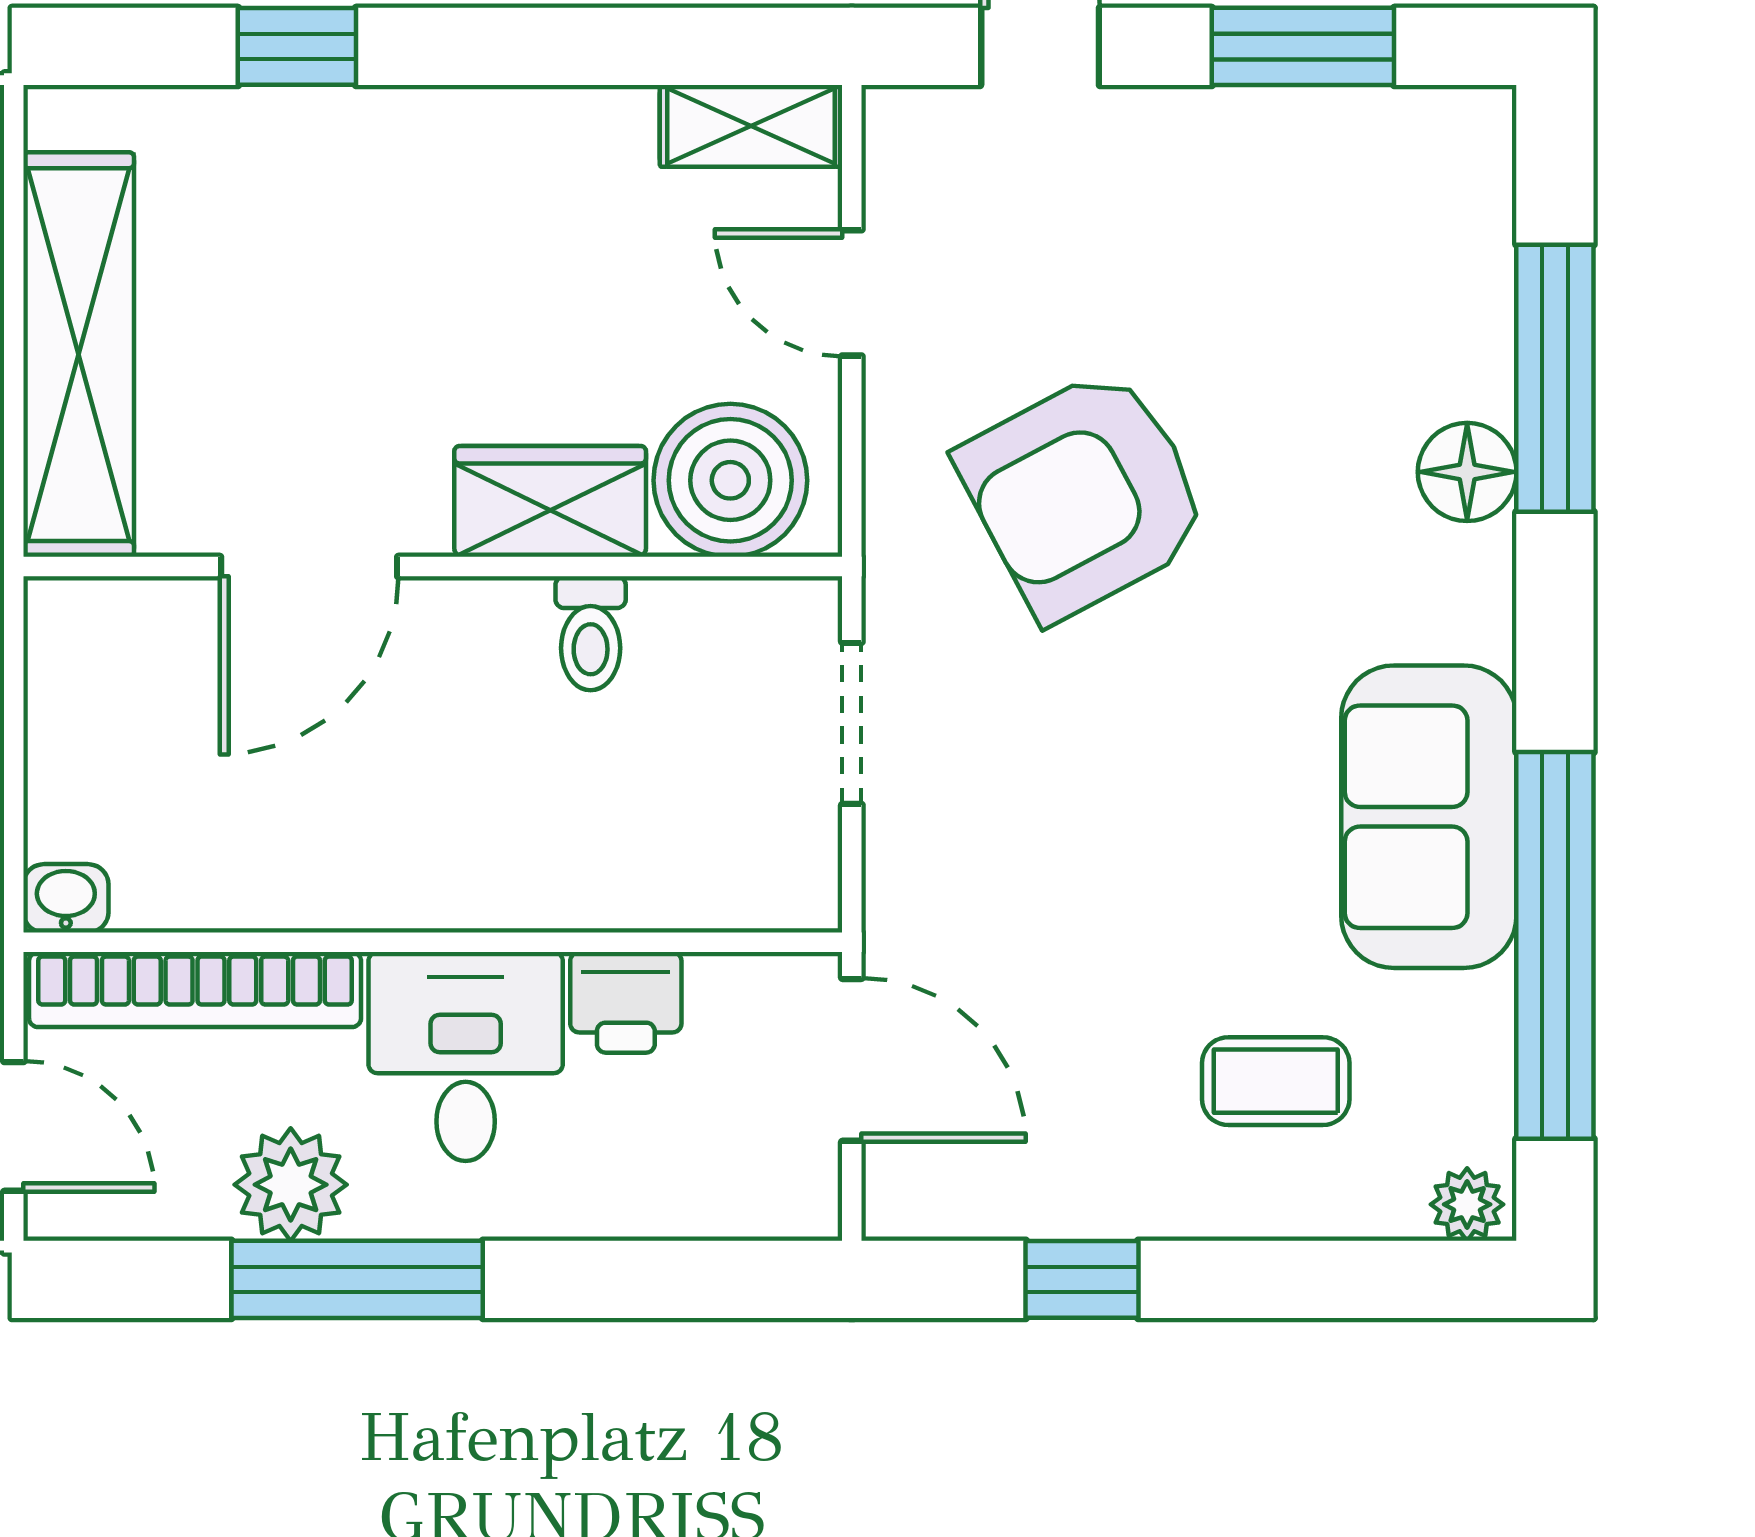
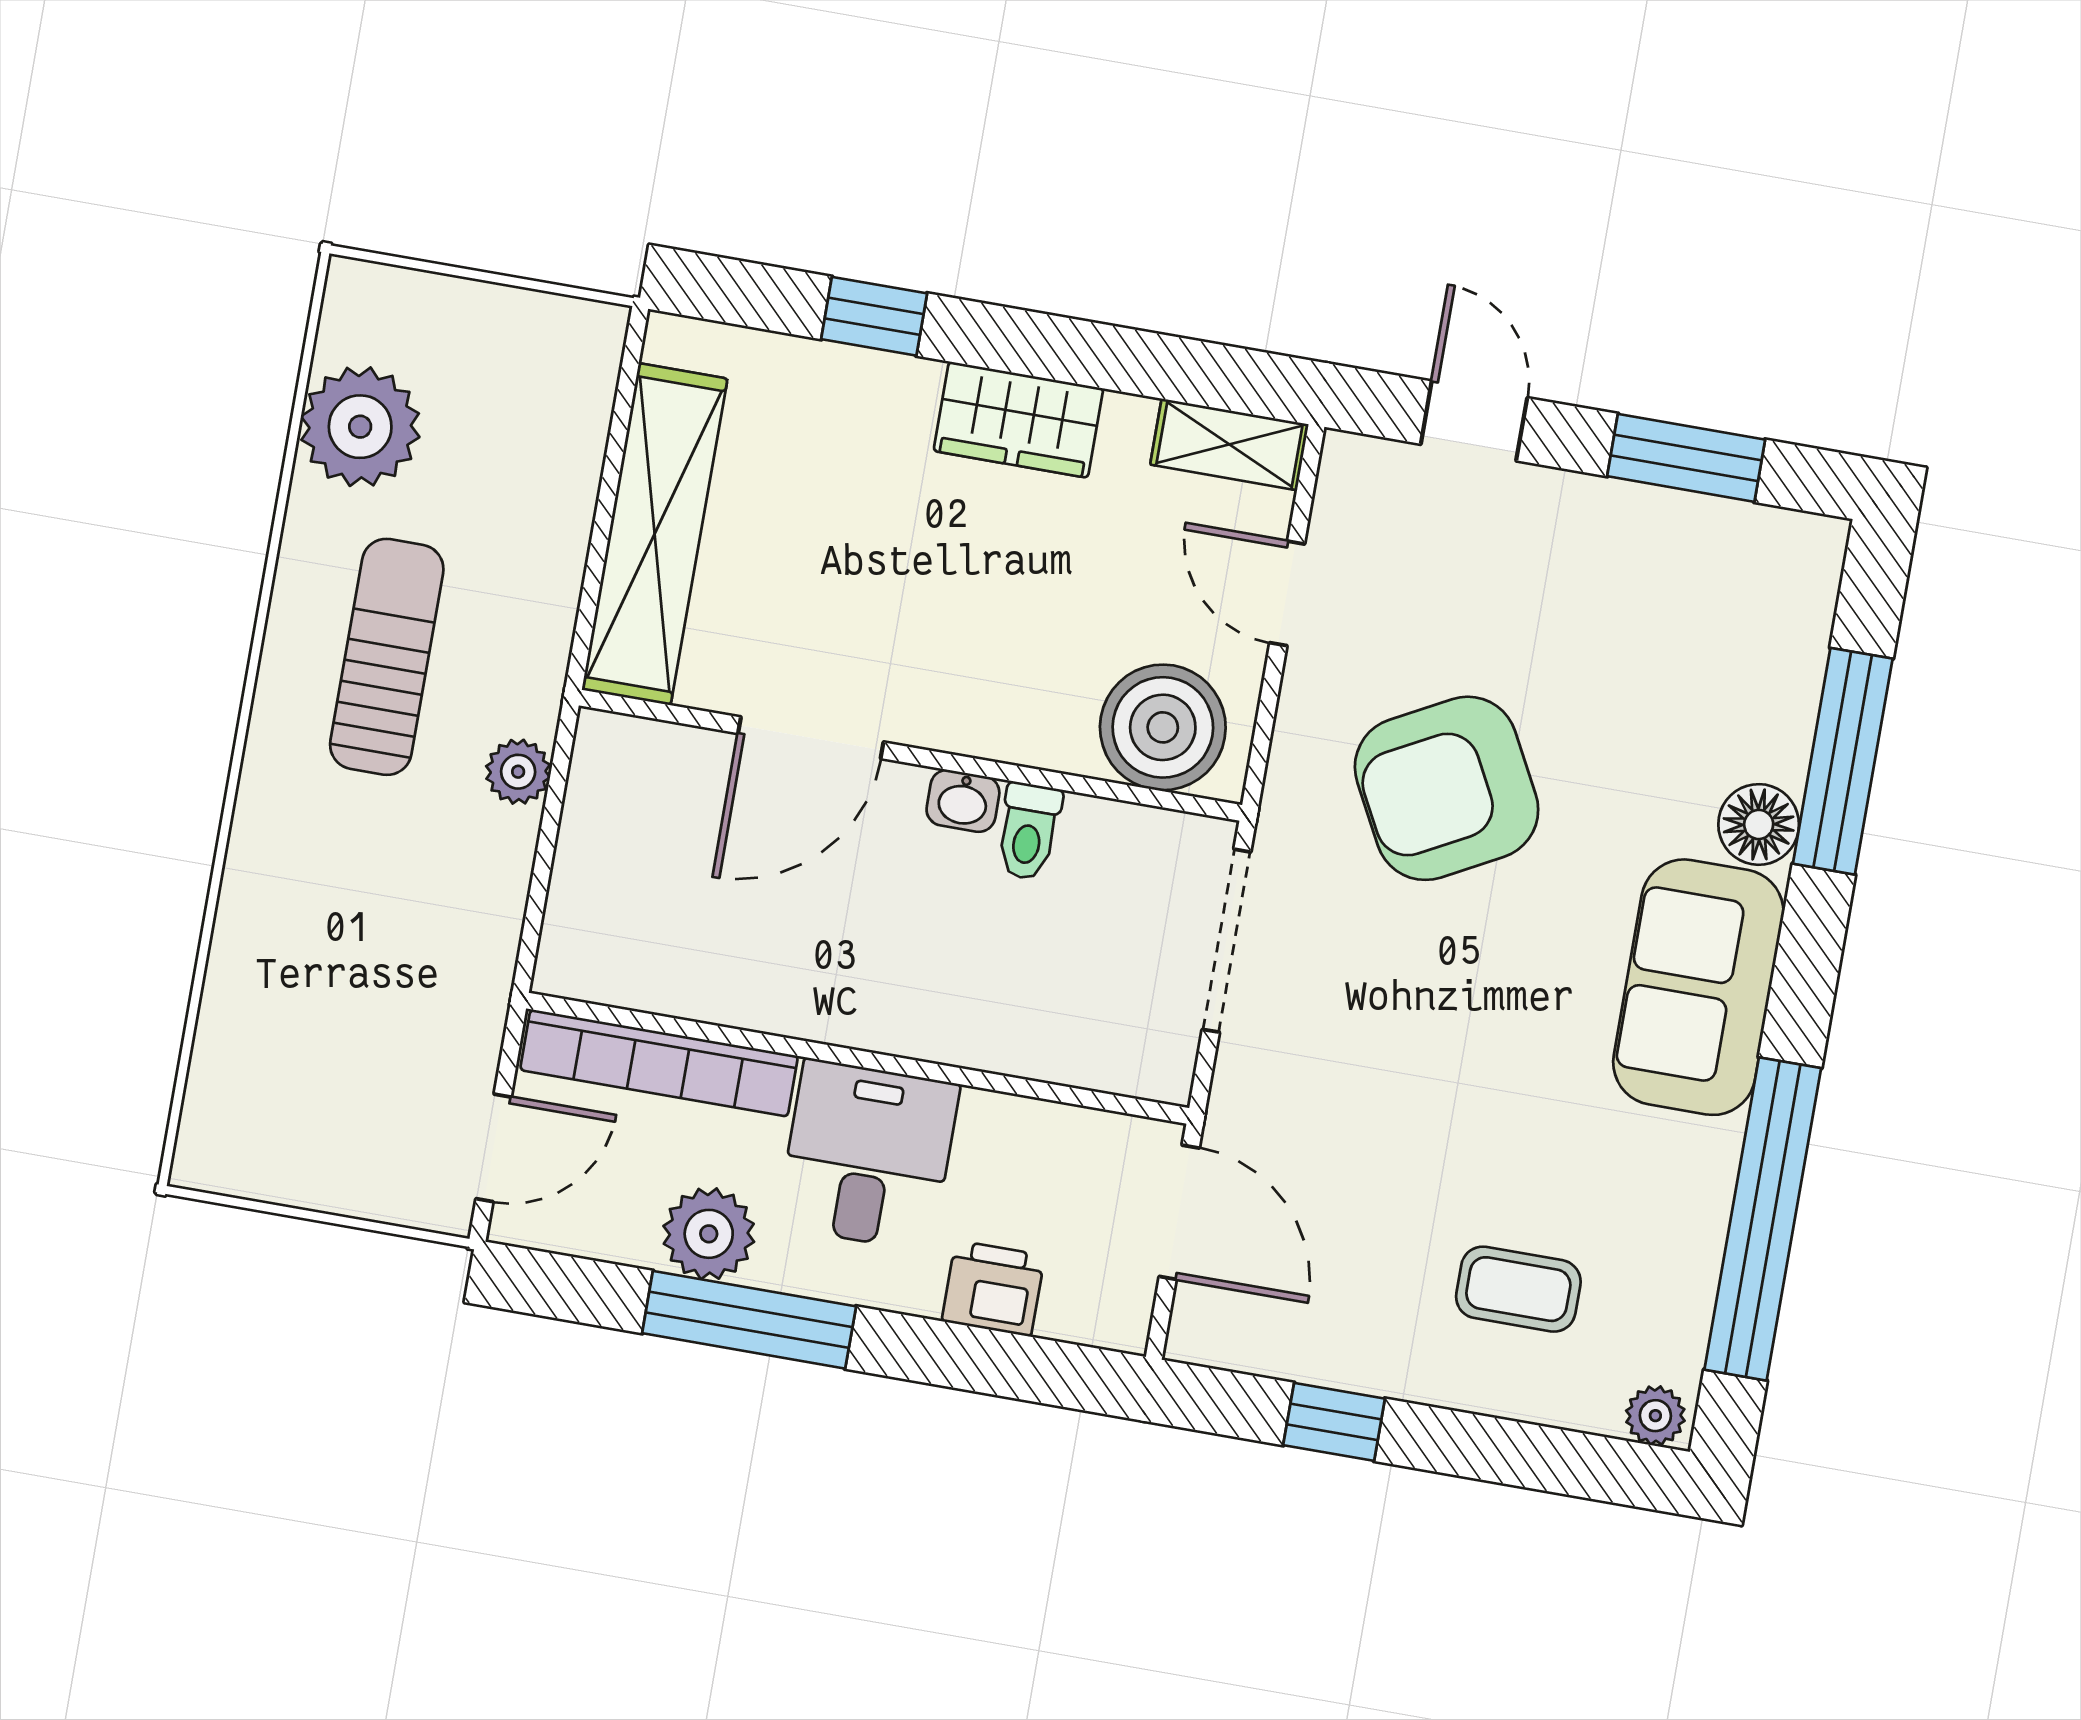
wardrobe: (550, 501) -> (1018, 420), moved, turned 180
doorway: (852, 723) -> (1227, 941), width x1.38
sofa: (1429, 817) -> (1698, 987), moved
washbasin: (66, 898) -> (963, 801), moved, turned 180
printer: (626, 1002) -> (993, 1288), moved, turned 180
door: (14, 1126) -> (494, 1148), hinge flipped

